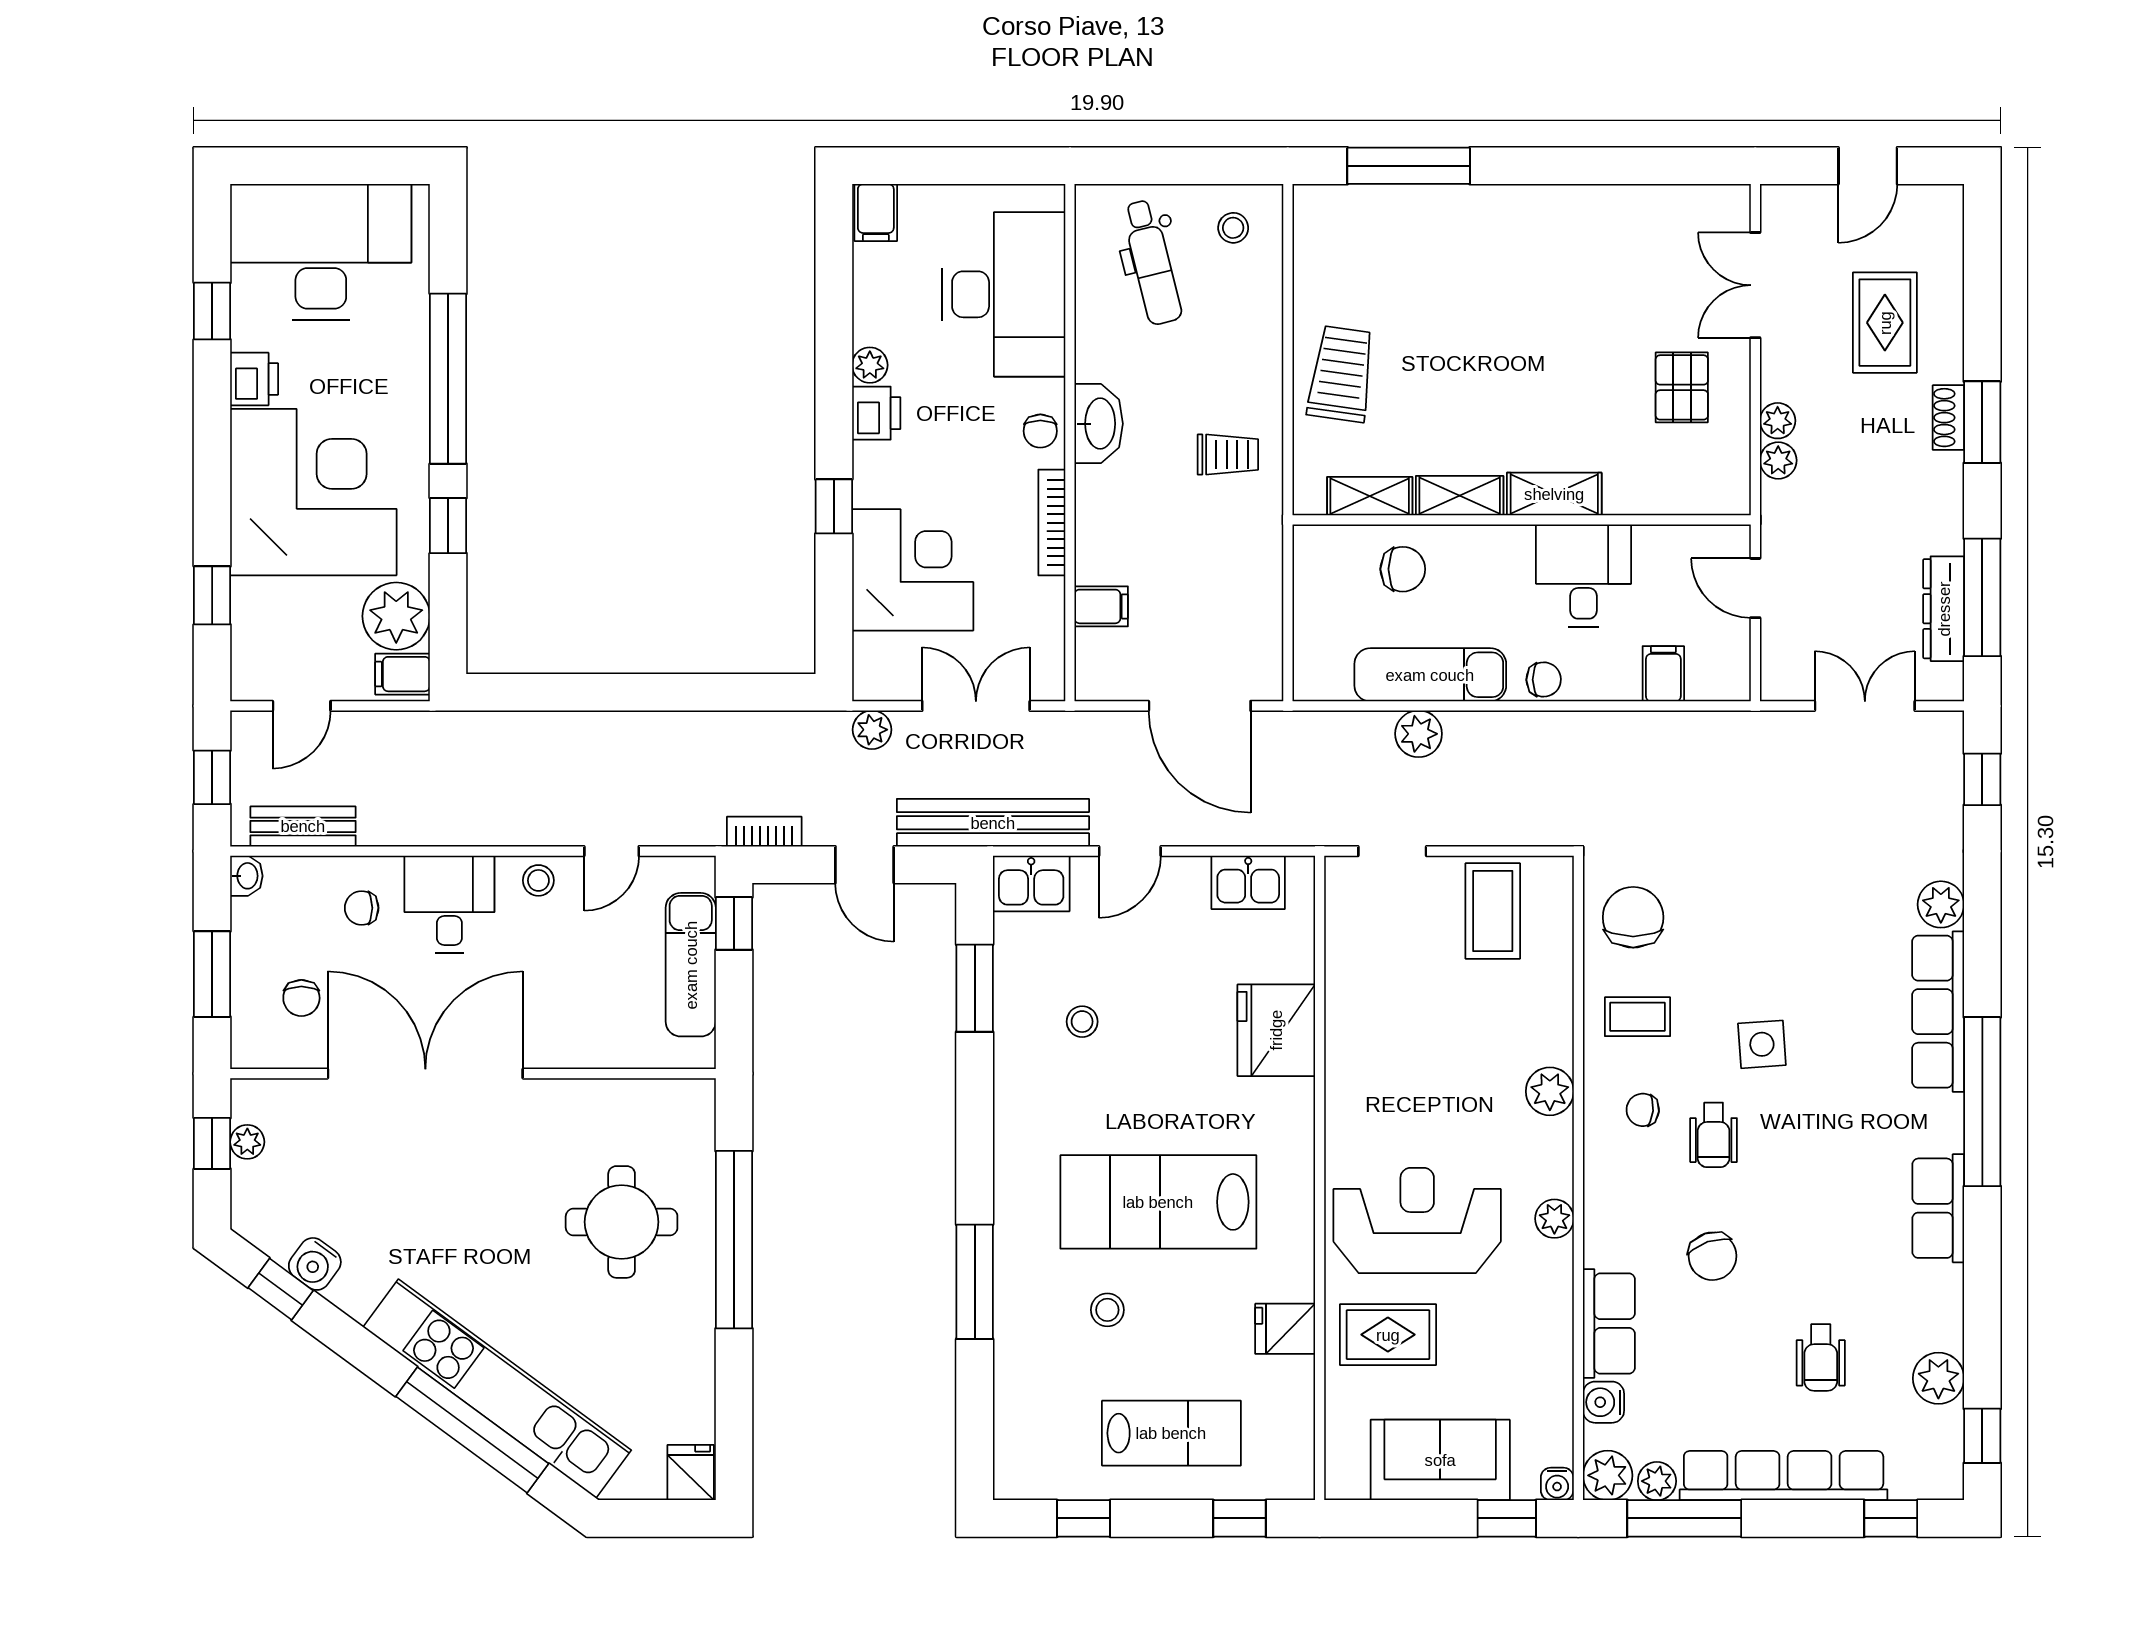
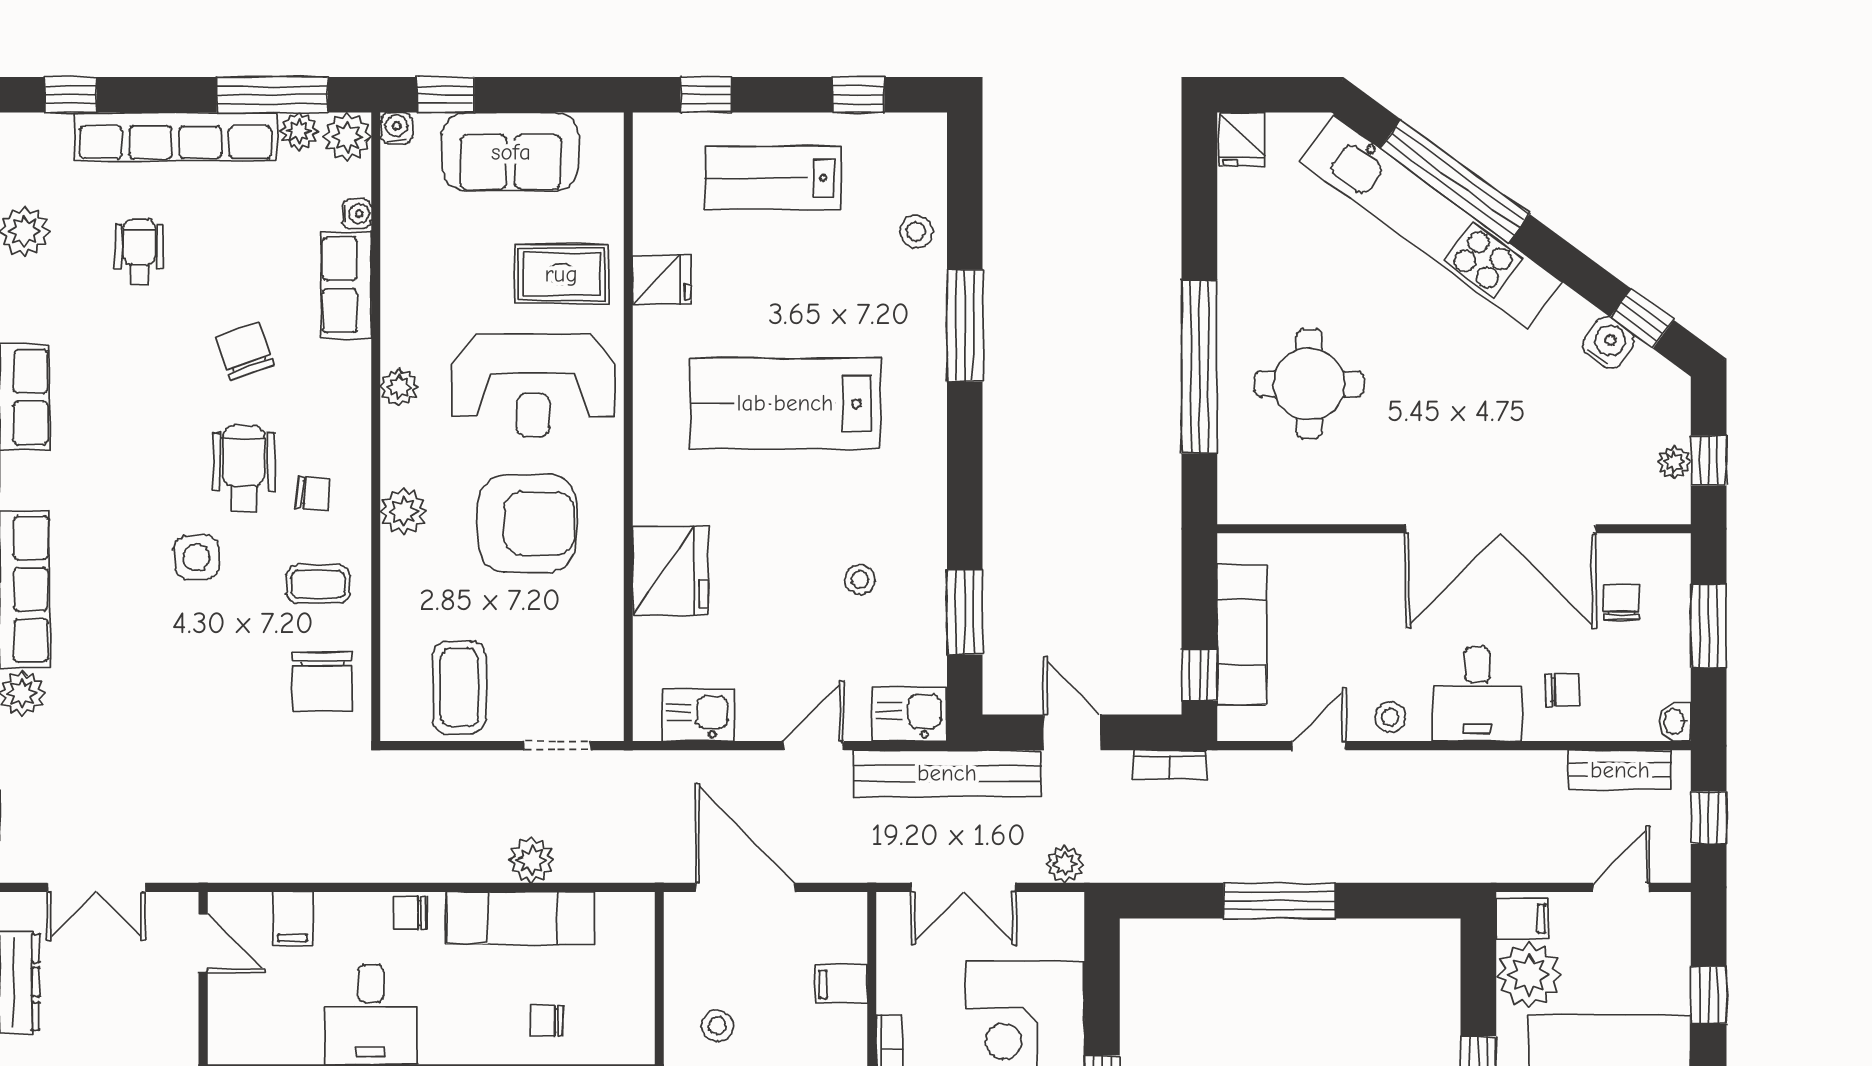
stool: (1228, 564) -> (717, 1026), added
chair: (1403, 569) -> (547, 1021), width x0.73, depth x0.73
door: (1755, 588) -> (203, 943), moved
window: (652, 692) -> (1280, 901), added
armchair: (1423, 1079) -> (527, 523), added
wheelchair: (1714, 1135) -> (244, 469), width x1.36, depth x1.37
lab bench: (1158, 1202) -> (785, 403), turned 180
stool: (1107, 1310) -> (916, 232), moved
water cooler: (1603, 1402) -> (357, 214), width x0.72, depth x0.72

